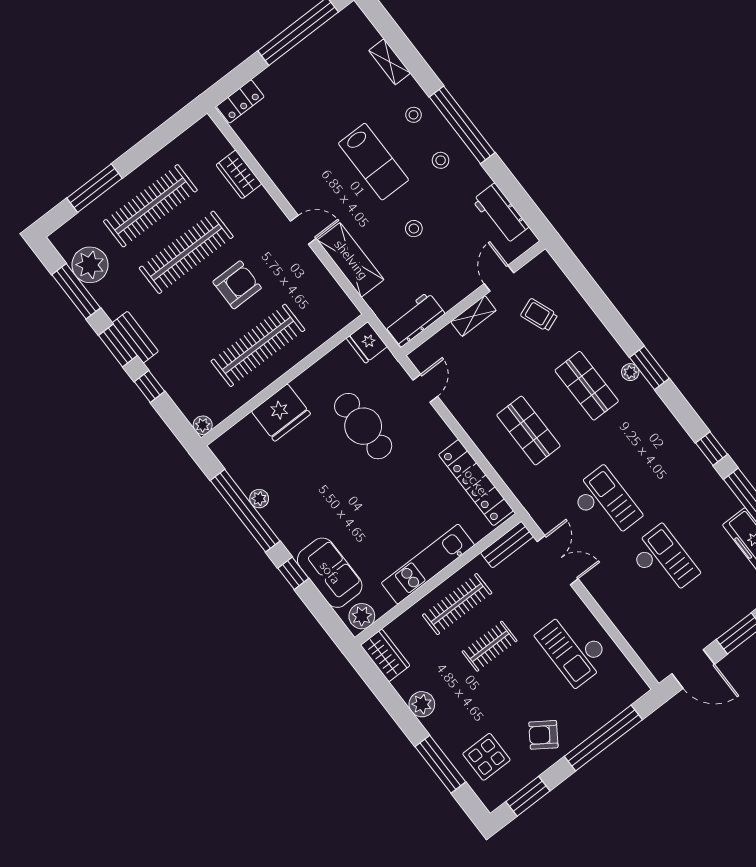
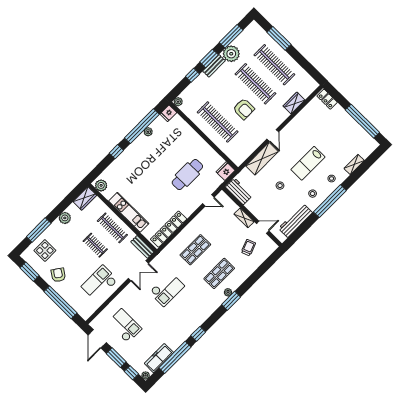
workbench: (501, 214) -> (295, 221), width x1.38
plant: (90, 265) -> (231, 54), moved
fridge: (281, 413) -> (168, 113), moved, width x0.53, depth x0.75
checkout: (664, 561) -> (125, 326), moved, turned -90
sofa: (330, 573) -> (119, 168), removed

